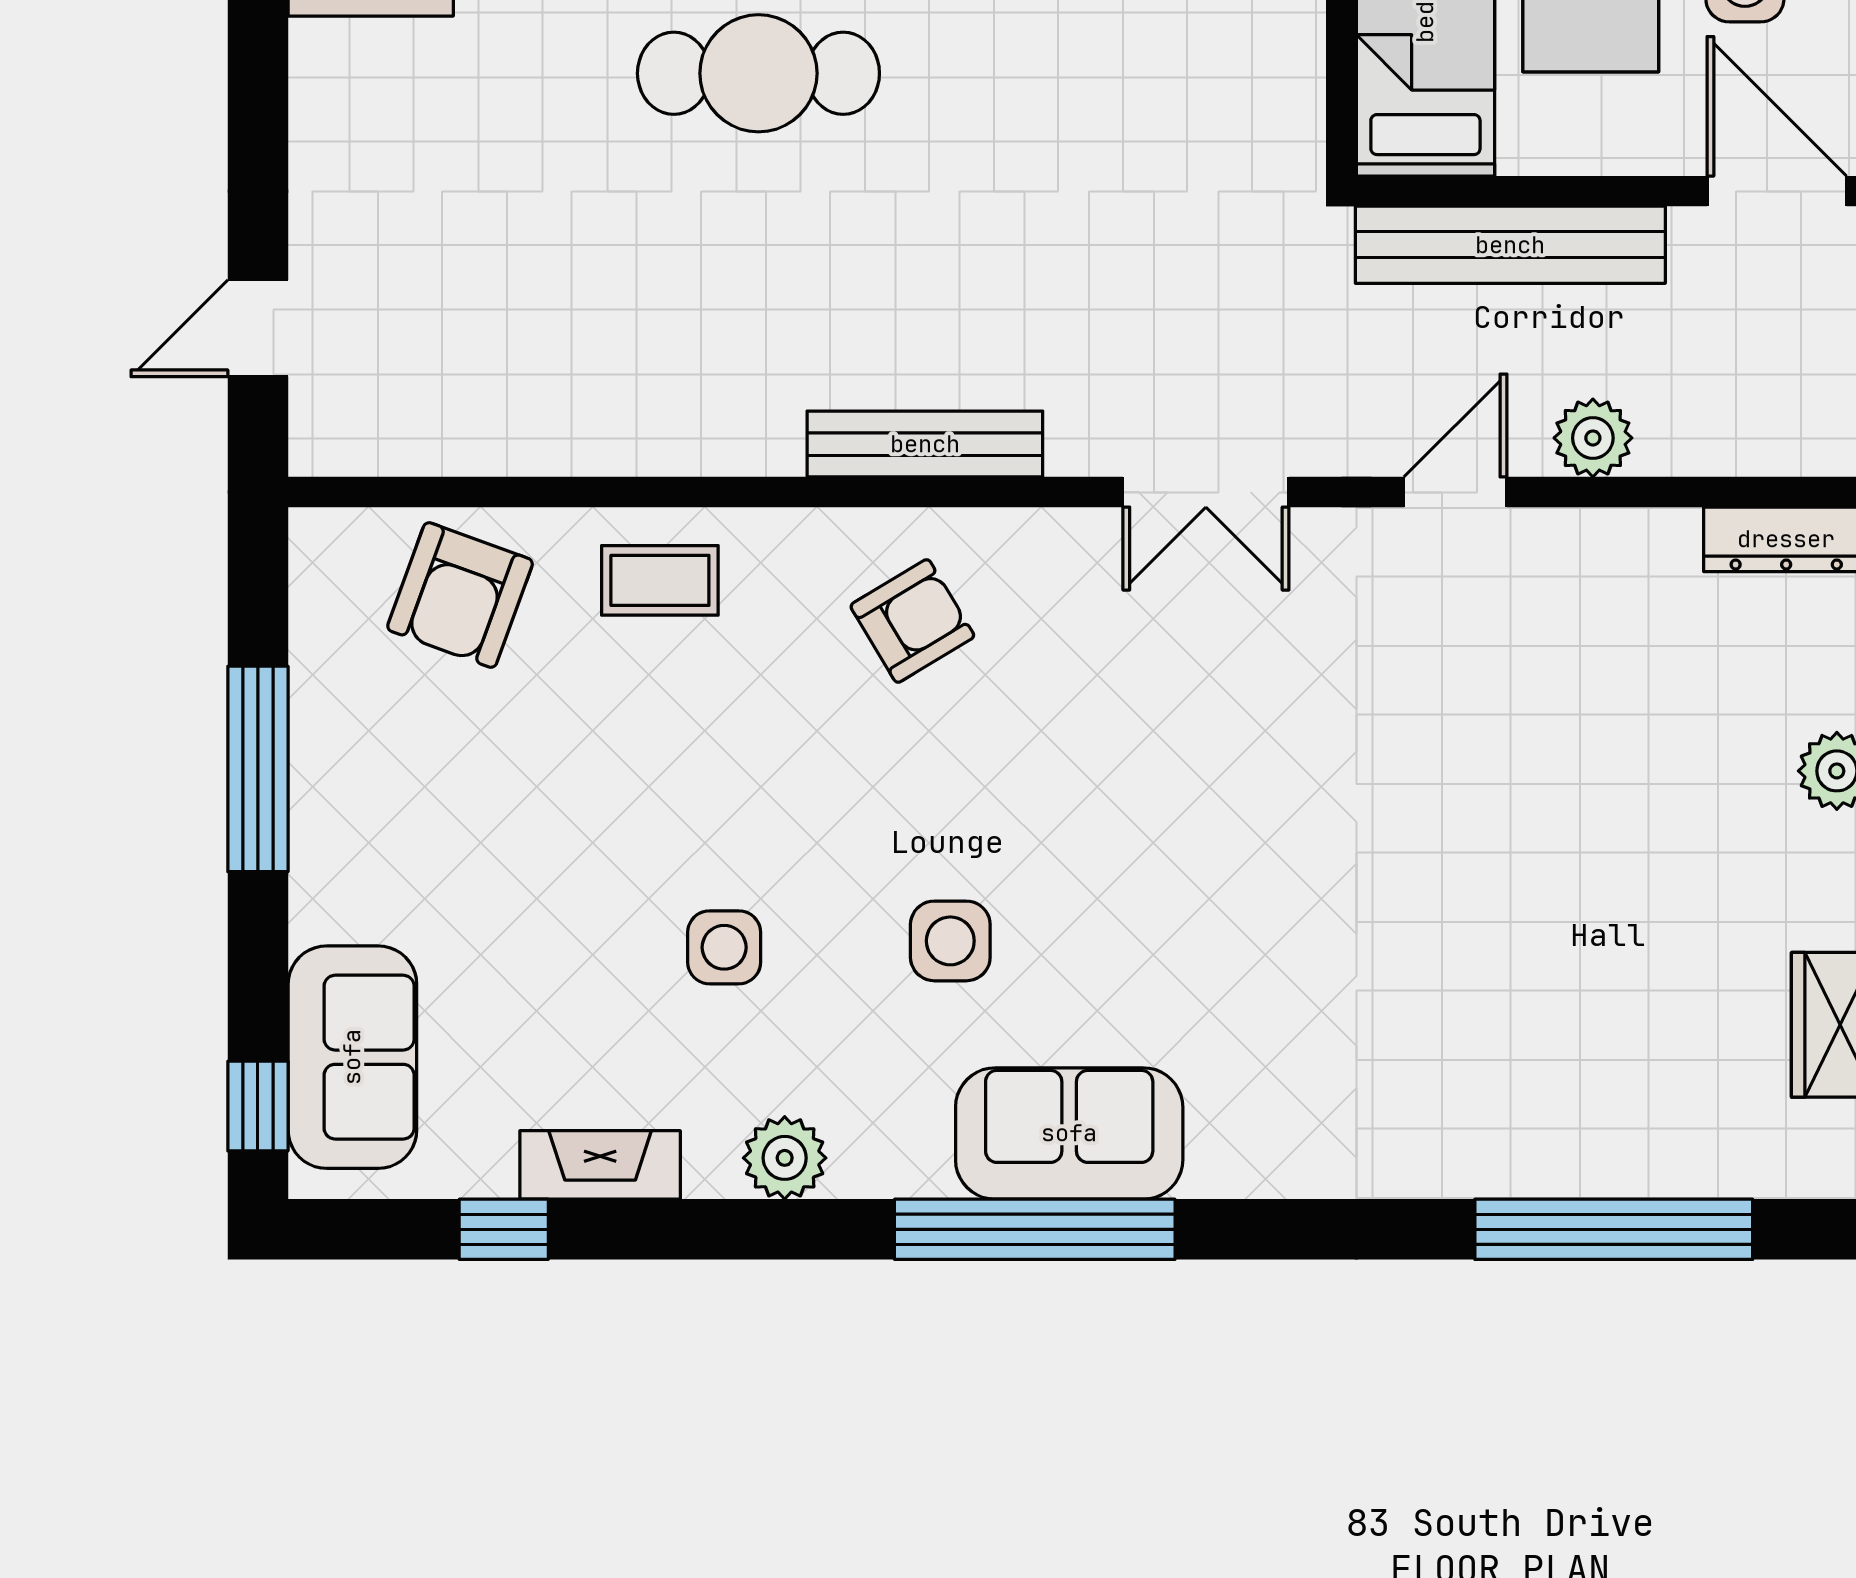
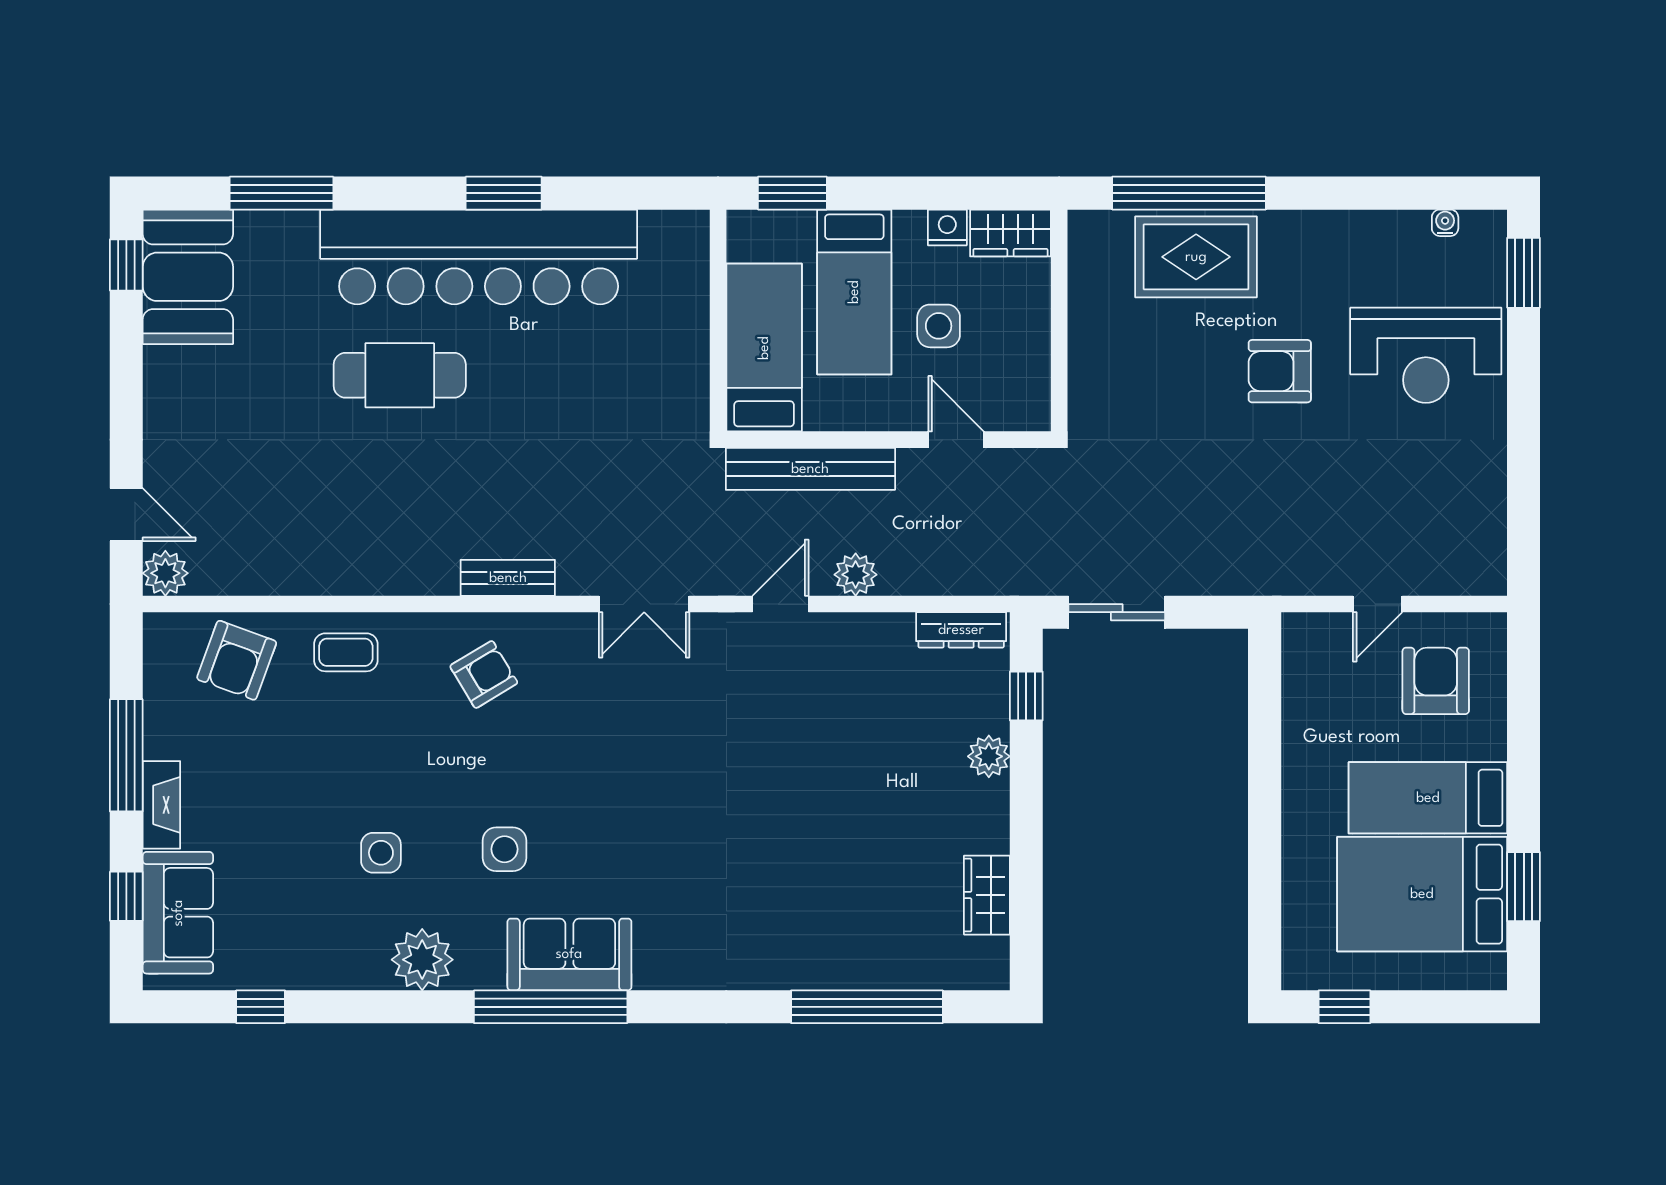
door: (1777, 191) -> (956, 440), width x0.73
door: (258, 328) -> (126, 515), swing flipped
plant: (329, 436) -> (165, 573), added
bench: (925, 444) -> (508, 578), width x0.73
window: (258, 1106) -> (126, 896), moved
plant: (785, 1158) -> (422, 960), width x1.36, depth x1.36
fireplace: (600, 1165) -> (161, 805), moved, turned 90

